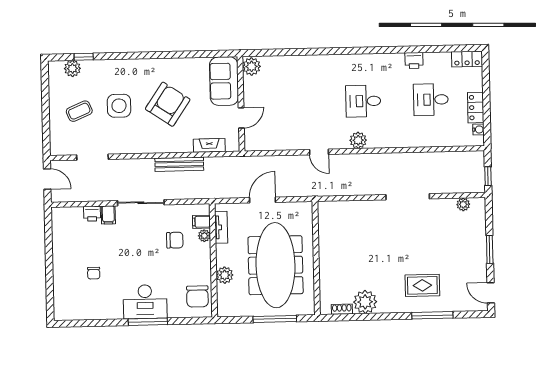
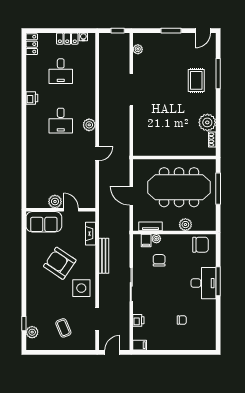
printer: (414, 60) -> (32, 98), moved
plant: (252, 66) -> (55, 201), moved
side table: (119, 106) -> (81, 288), moved
filing cabinet: (108, 215) -> (140, 345), moved

